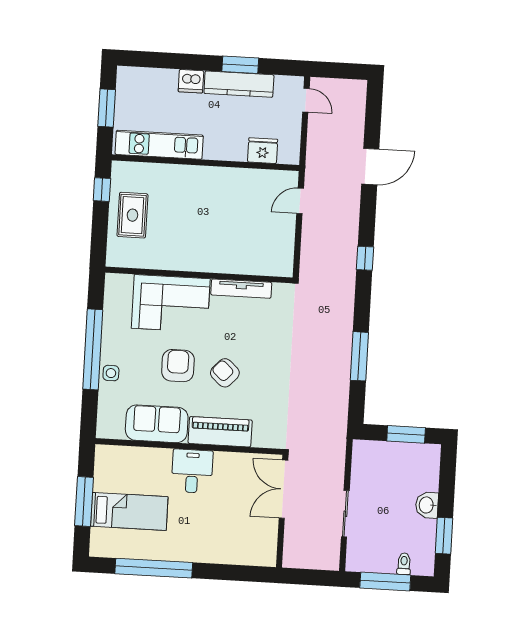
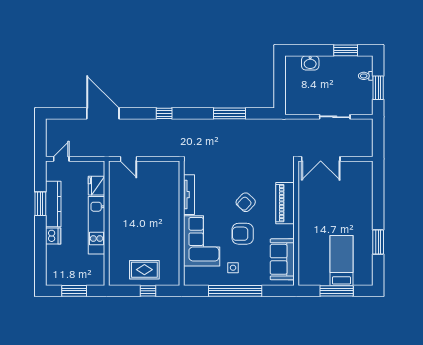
kitchen unit: (159, 145) -> (97, 225), moved
door: (370, 167) -> (103, 113), width x1.36
window: (102, 190) -> (148, 291), moved
side table: (111, 373) -> (233, 268), moved
sofa: (157, 424) -> (282, 259), moved
window: (406, 434) -> (280, 79), removed
desk: (192, 471) -> (312, 220), removed
washbasin: (427, 505) -> (310, 63), moved
window: (154, 568) -> (378, 242), width x0.47
window: (385, 581) -> (378, 88), width x0.69

